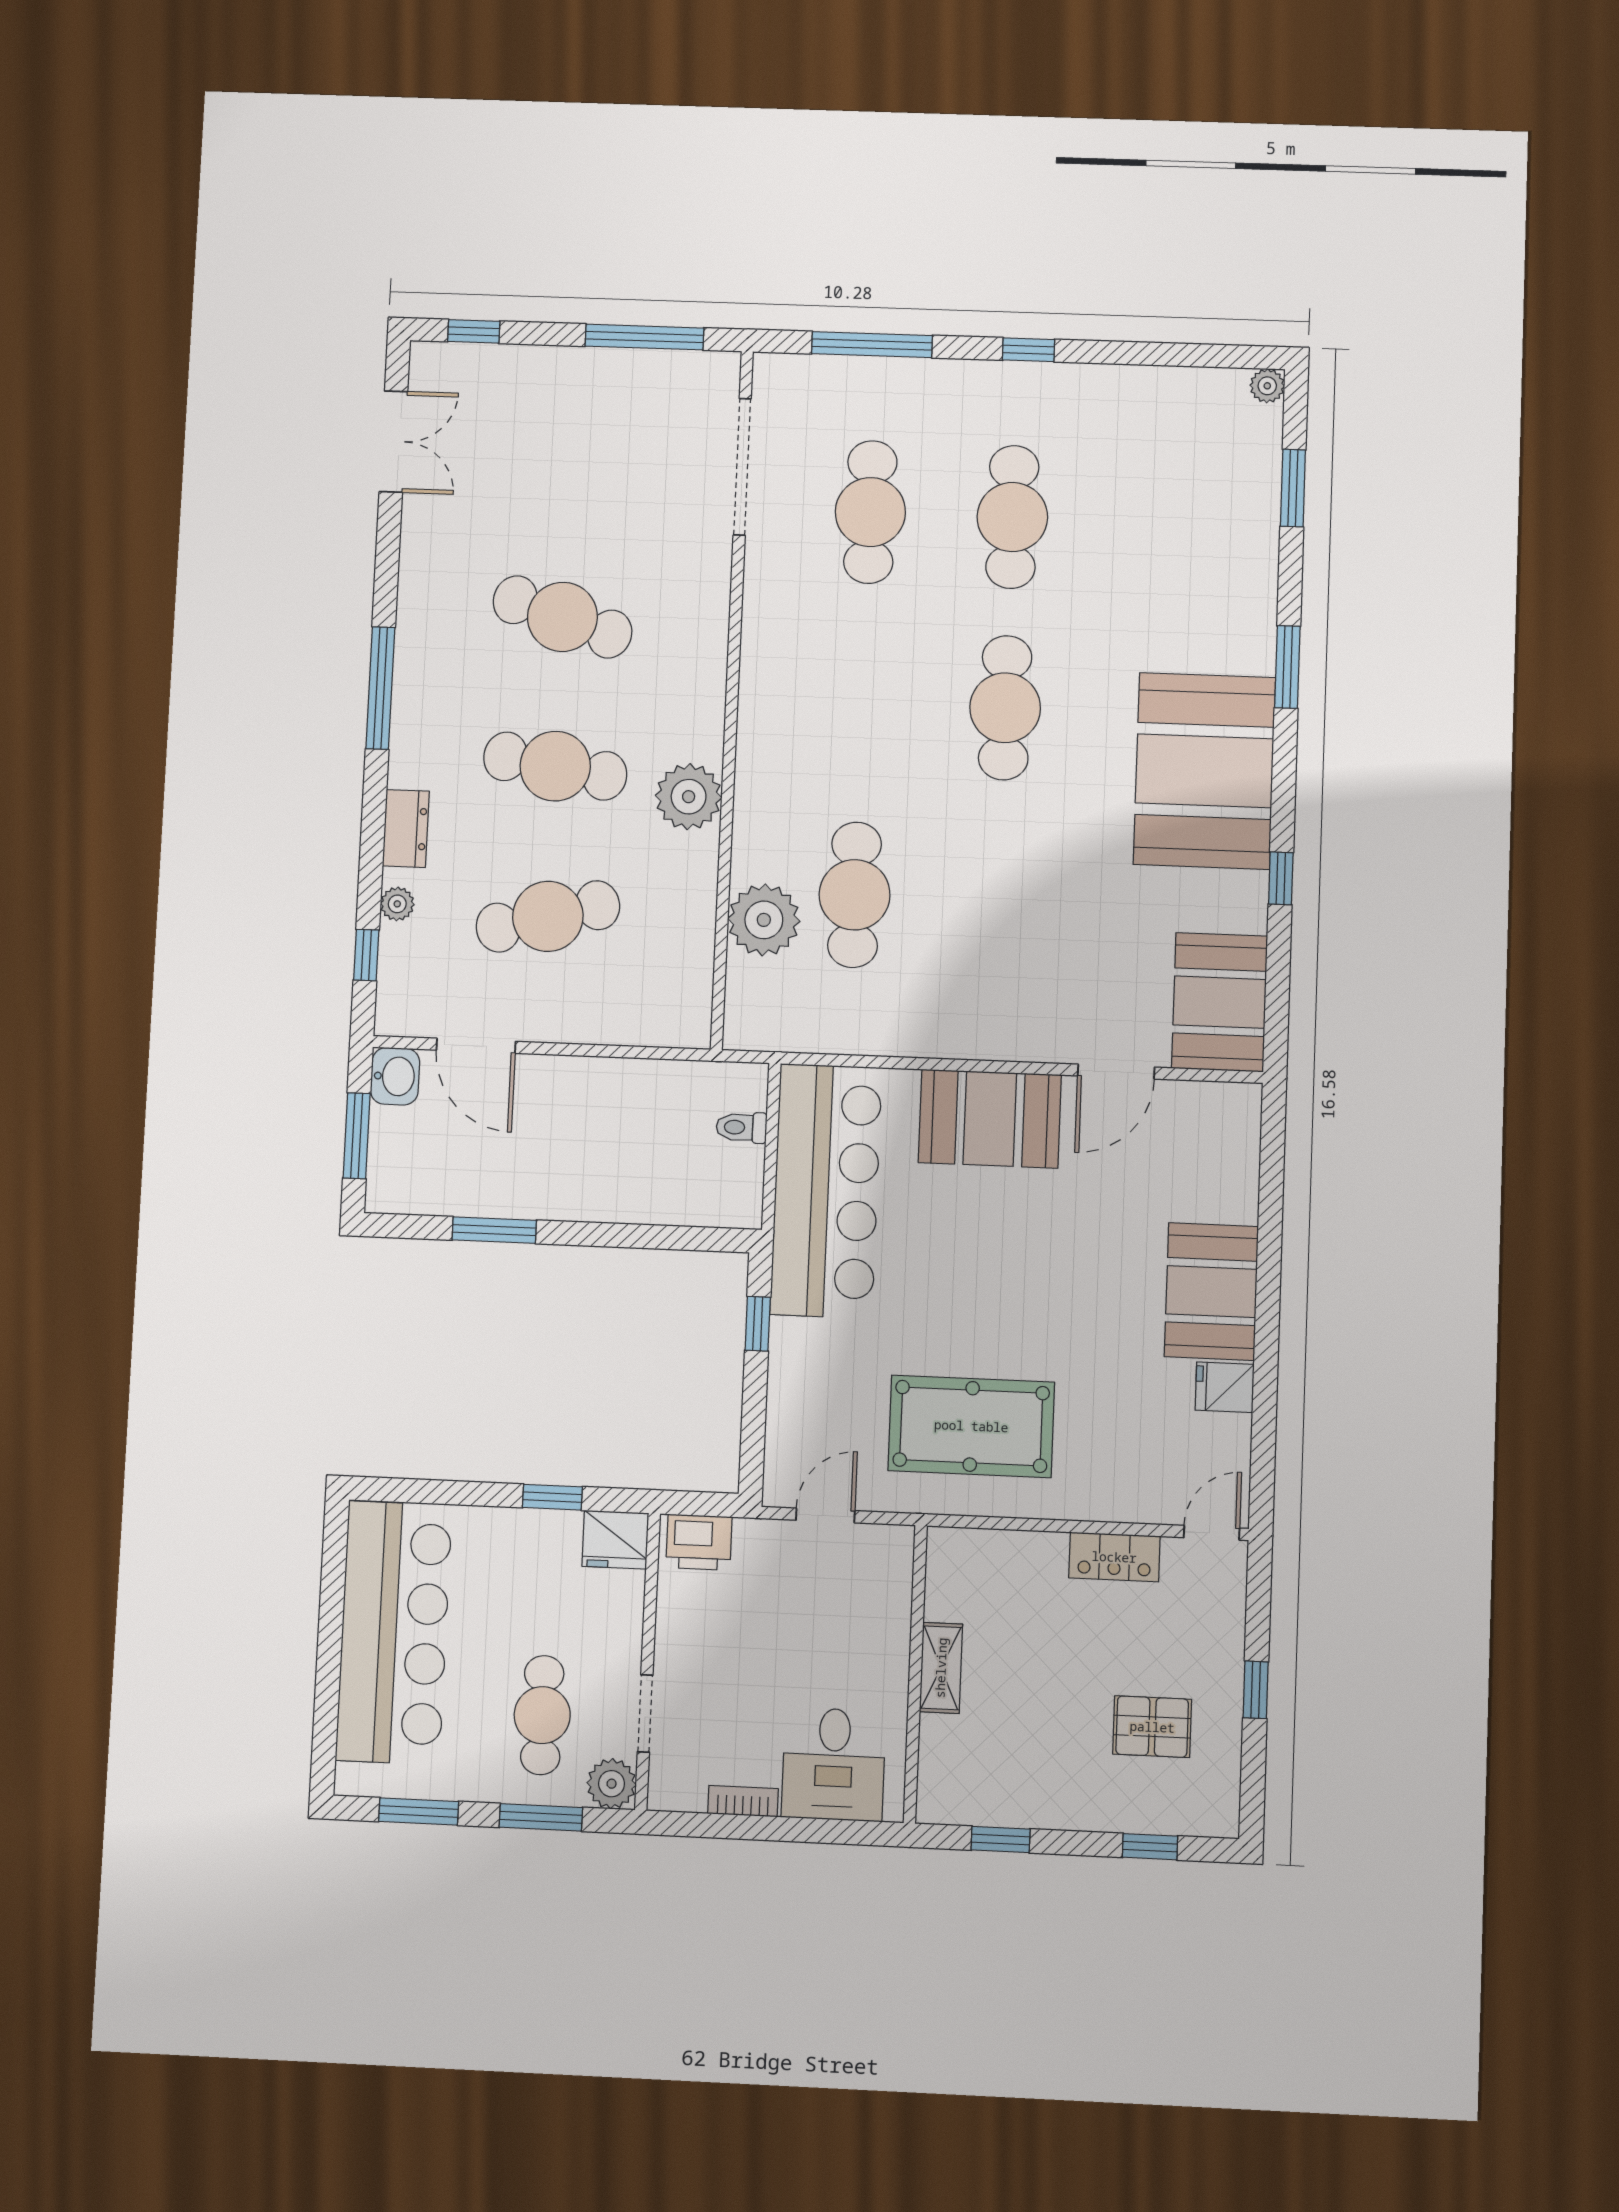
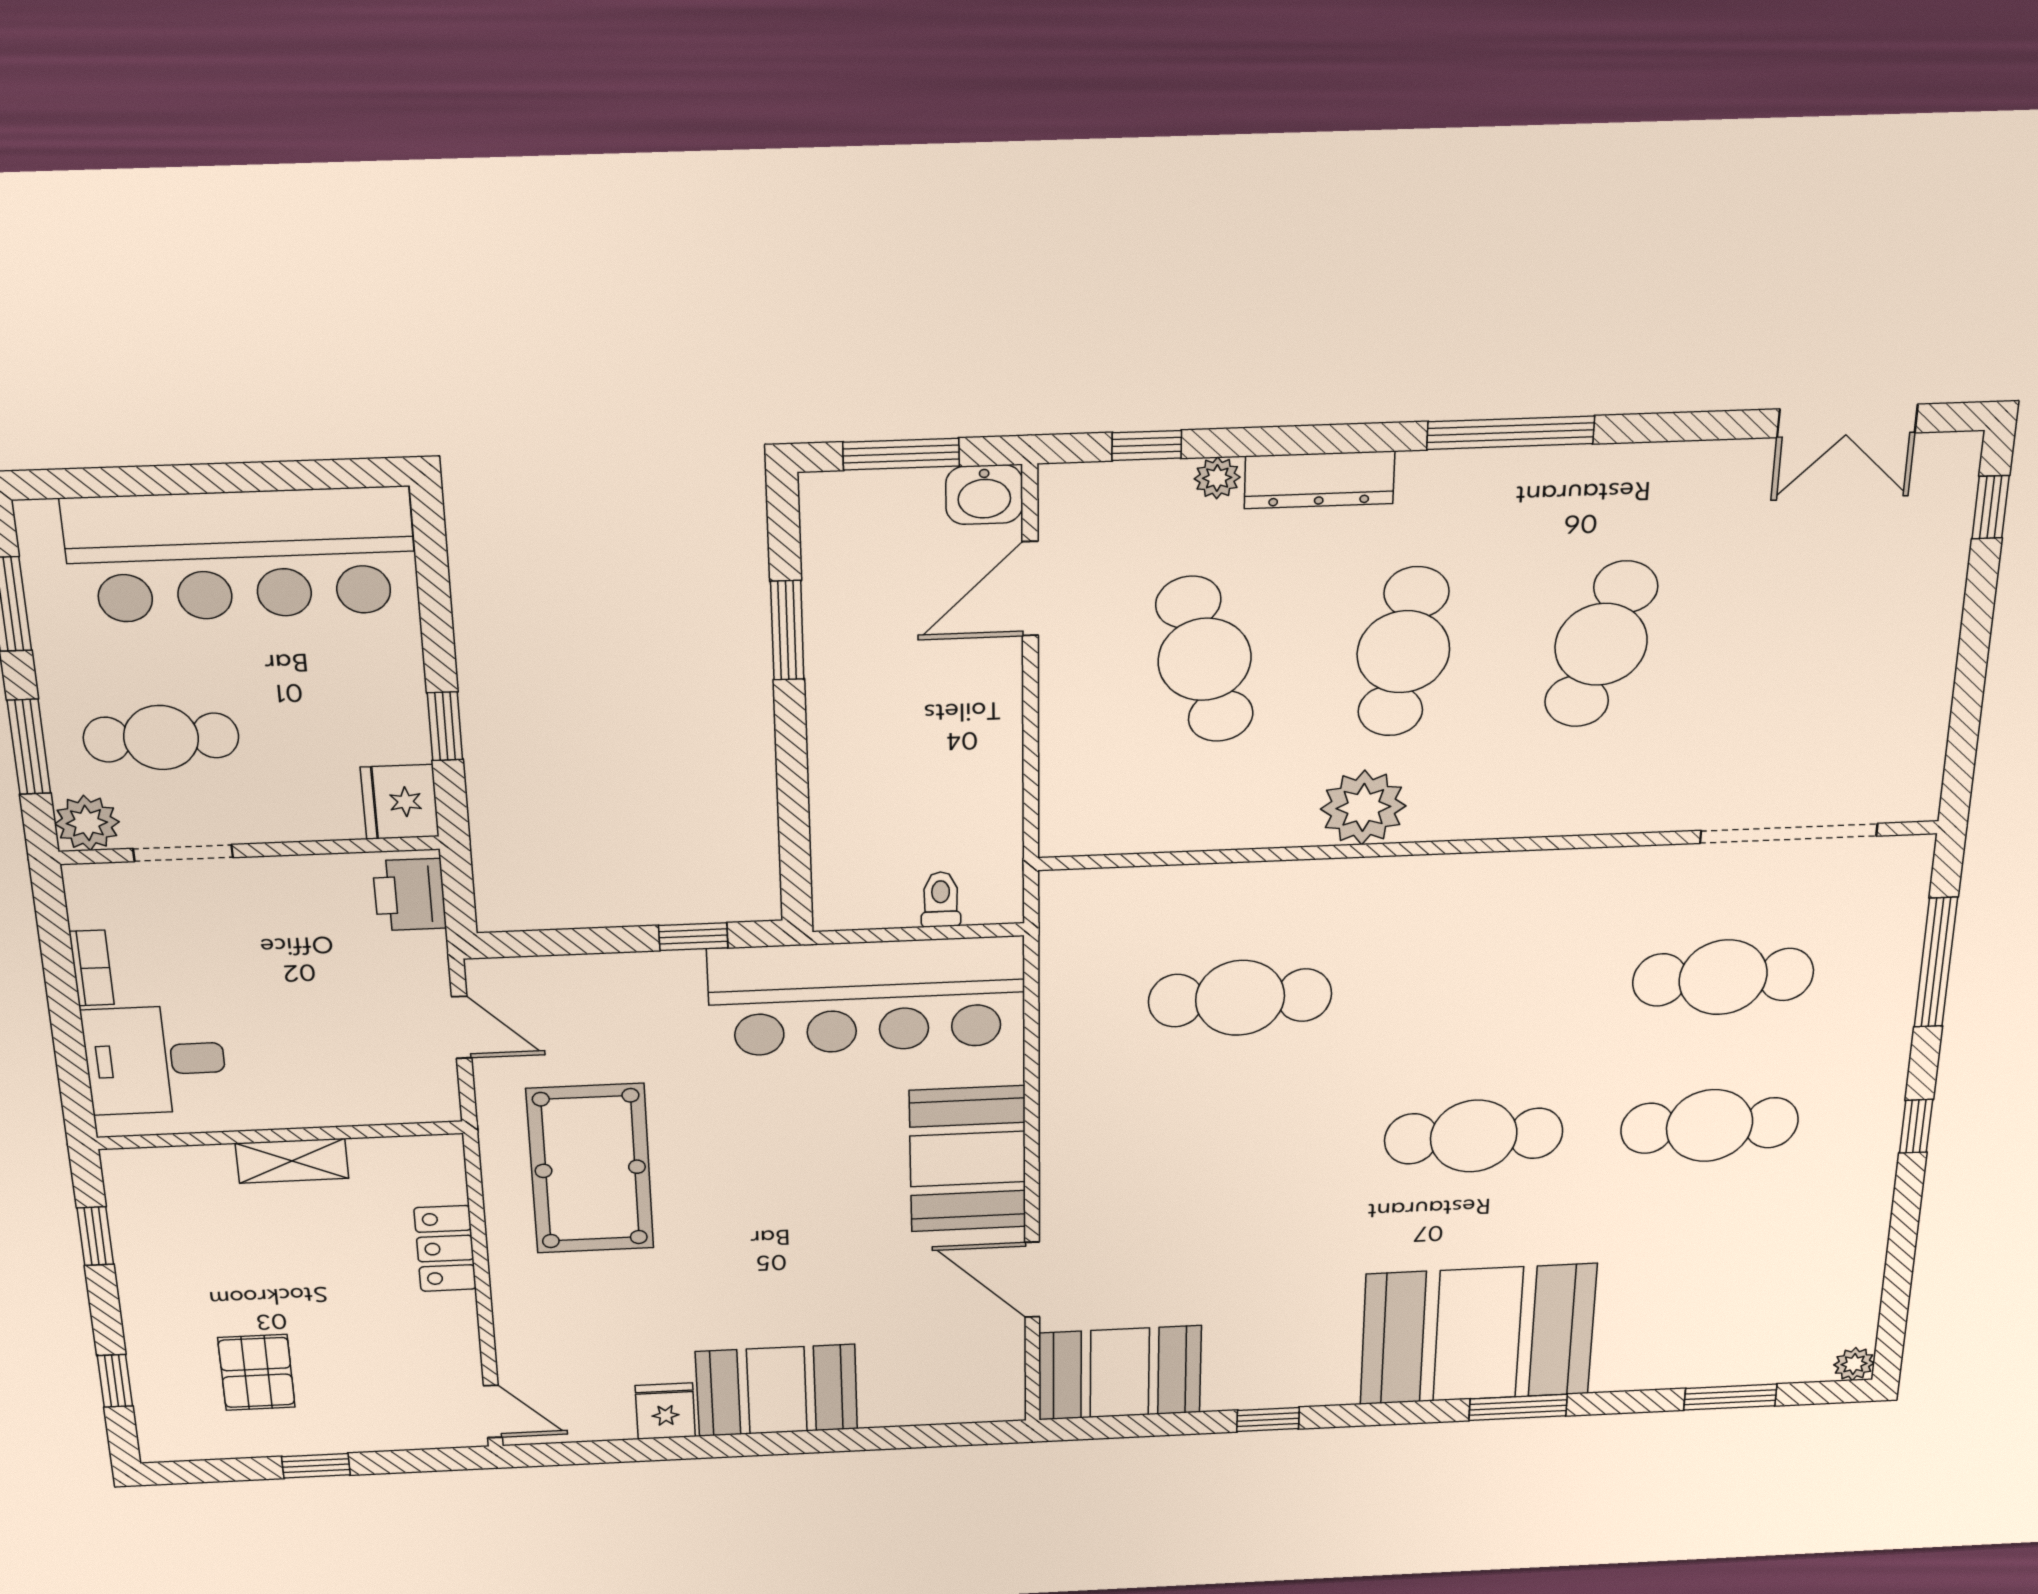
window: (644, 337) -> (1966, 710), removed
booth: (1204, 771) -> (1478, 1334), moved
dresser: (406, 828) -> (1319, 480), width x1.44
plant: (764, 920) -> (1206, 903), removed
locker: (1114, 1557) -> (445, 1249), moved

